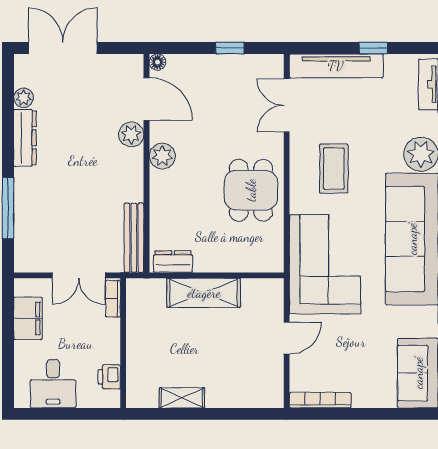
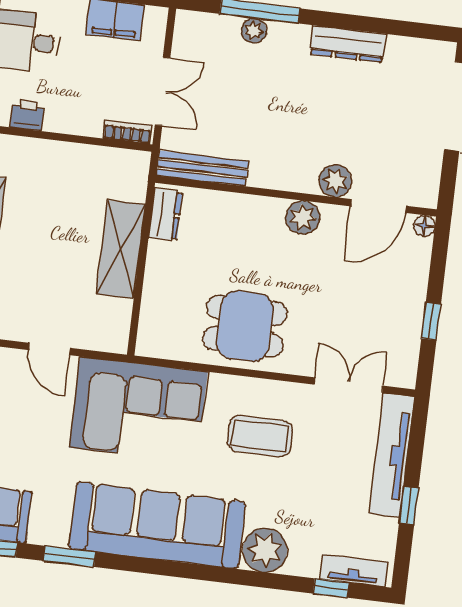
plant: (23, 98) -> (254, 31), moved
double door: (79, 275) -> (162, 91), swing flipped

